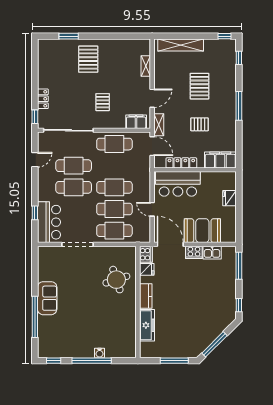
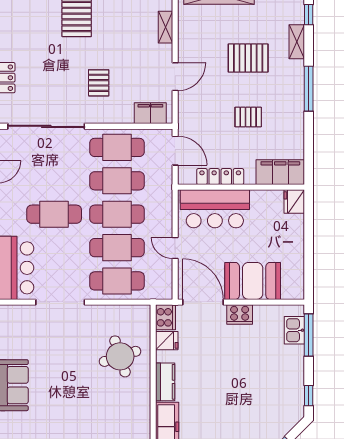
pallet: (199, 86) -> (248, 58), turned 90
shelving: (159, 125) -> (297, 42), moved
cafe table: (74, 166) -> (117, 181), moved
fridge: (229, 198) -> (294, 201), moved
kitchen sink: (212, 253) -> (294, 330), moved, turned 90

